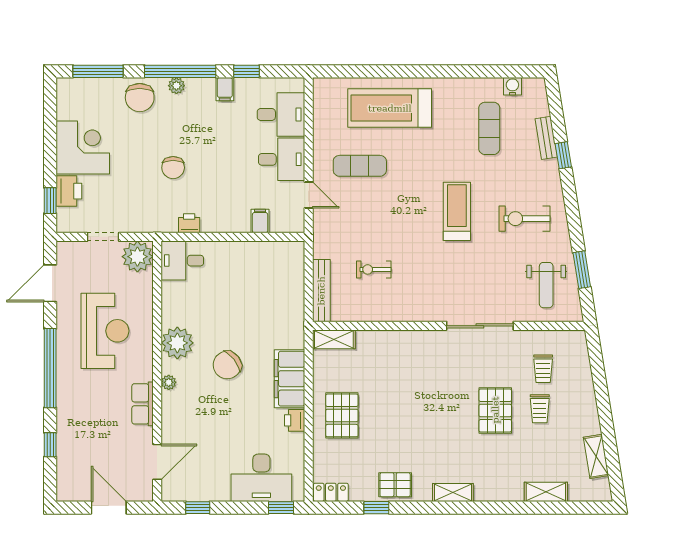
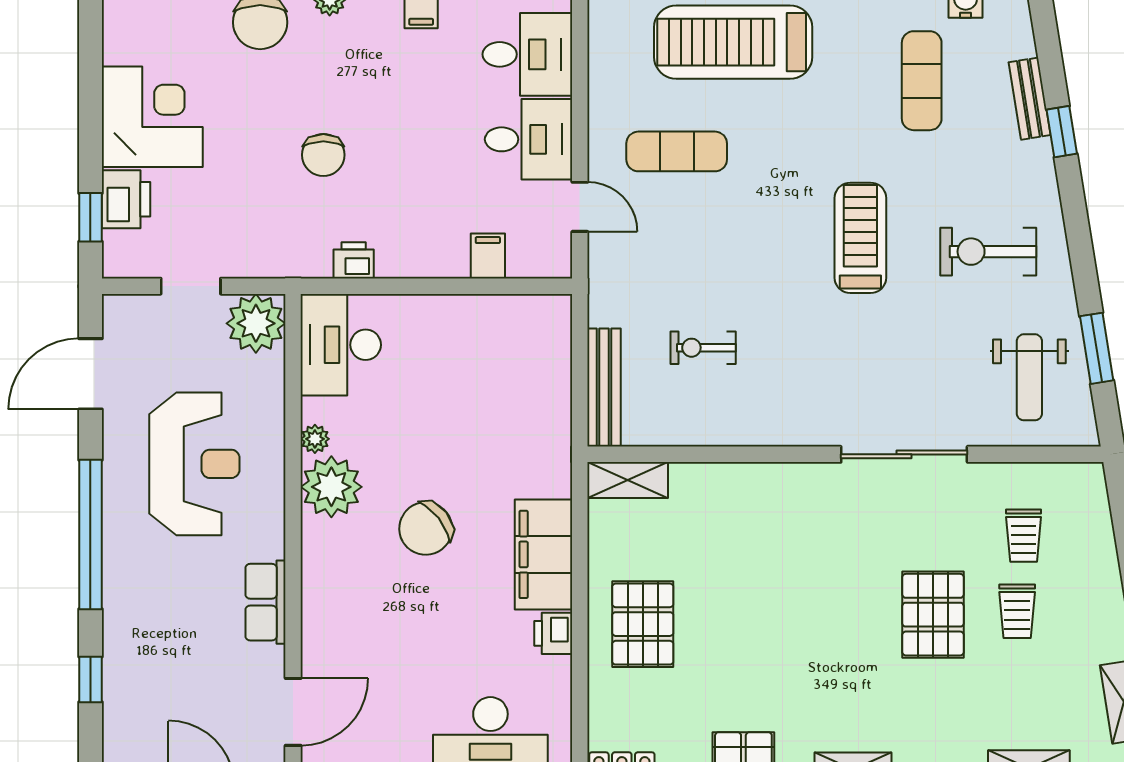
desk: (182, 261) -> (341, 345), width x1.37
plant: (169, 382) -> (315, 439), moved

